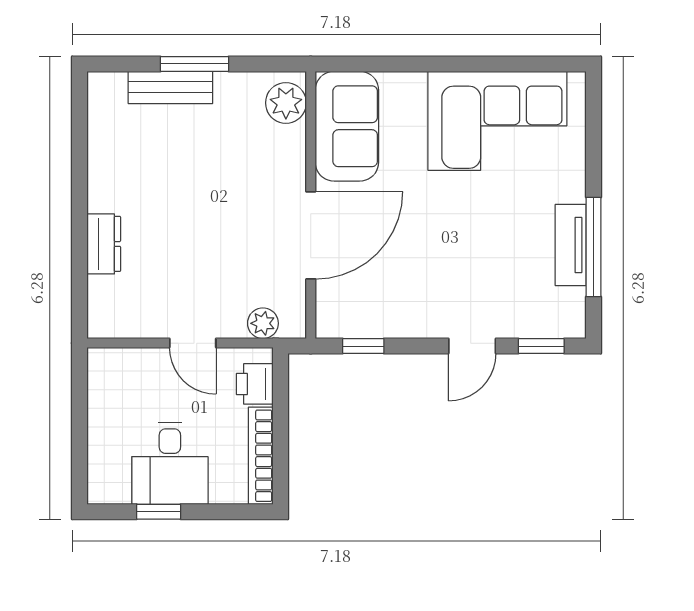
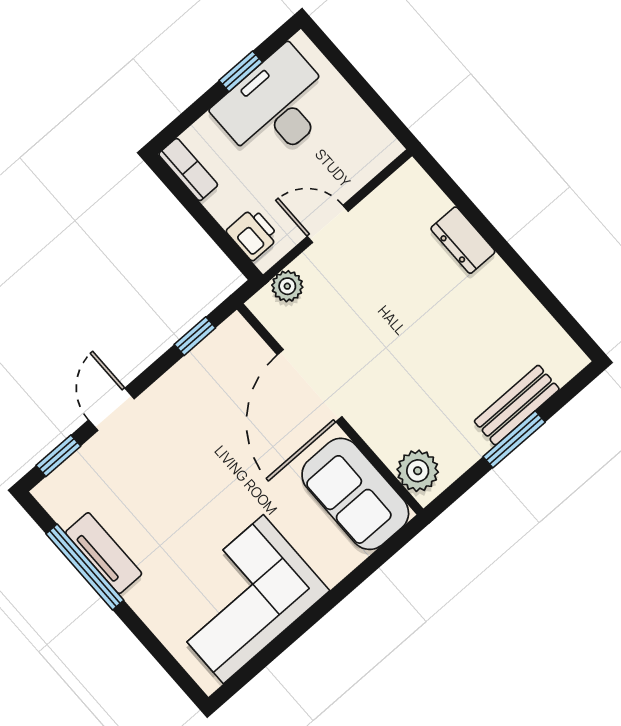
bookcase: (261, 456) -> (188, 170), width x0.64
desk: (170, 463) -> (275, 107), width x1.37

